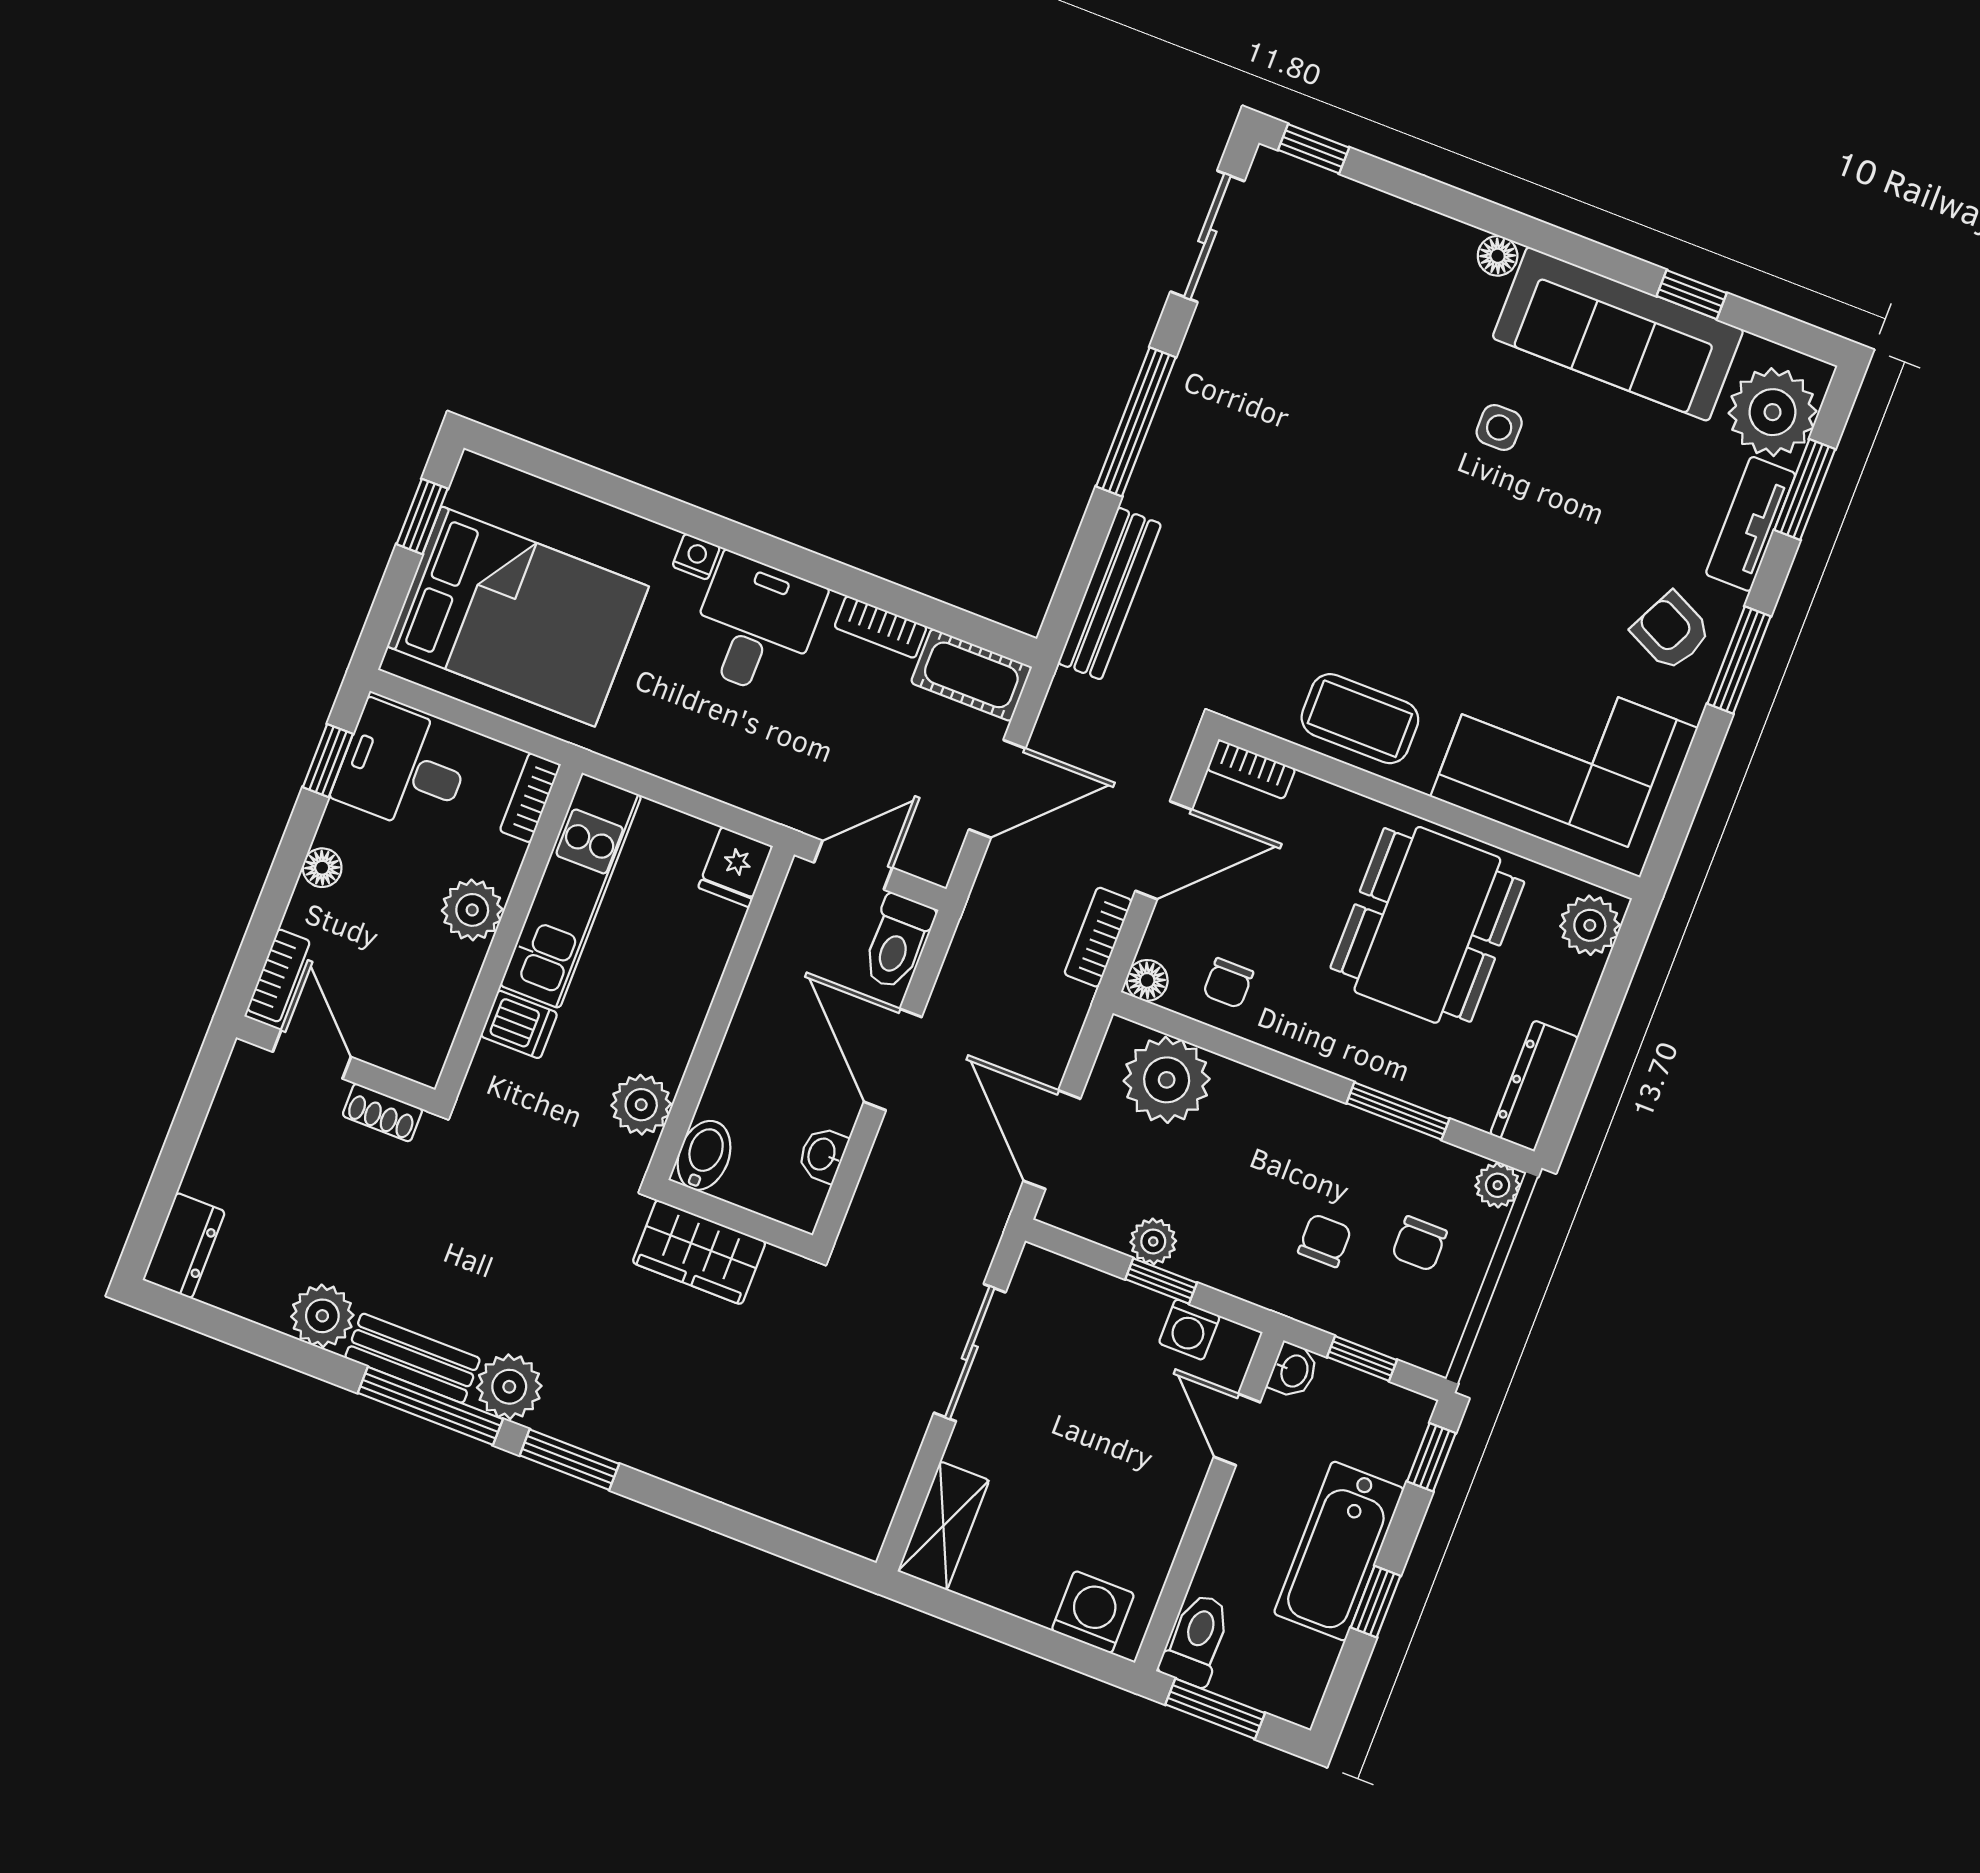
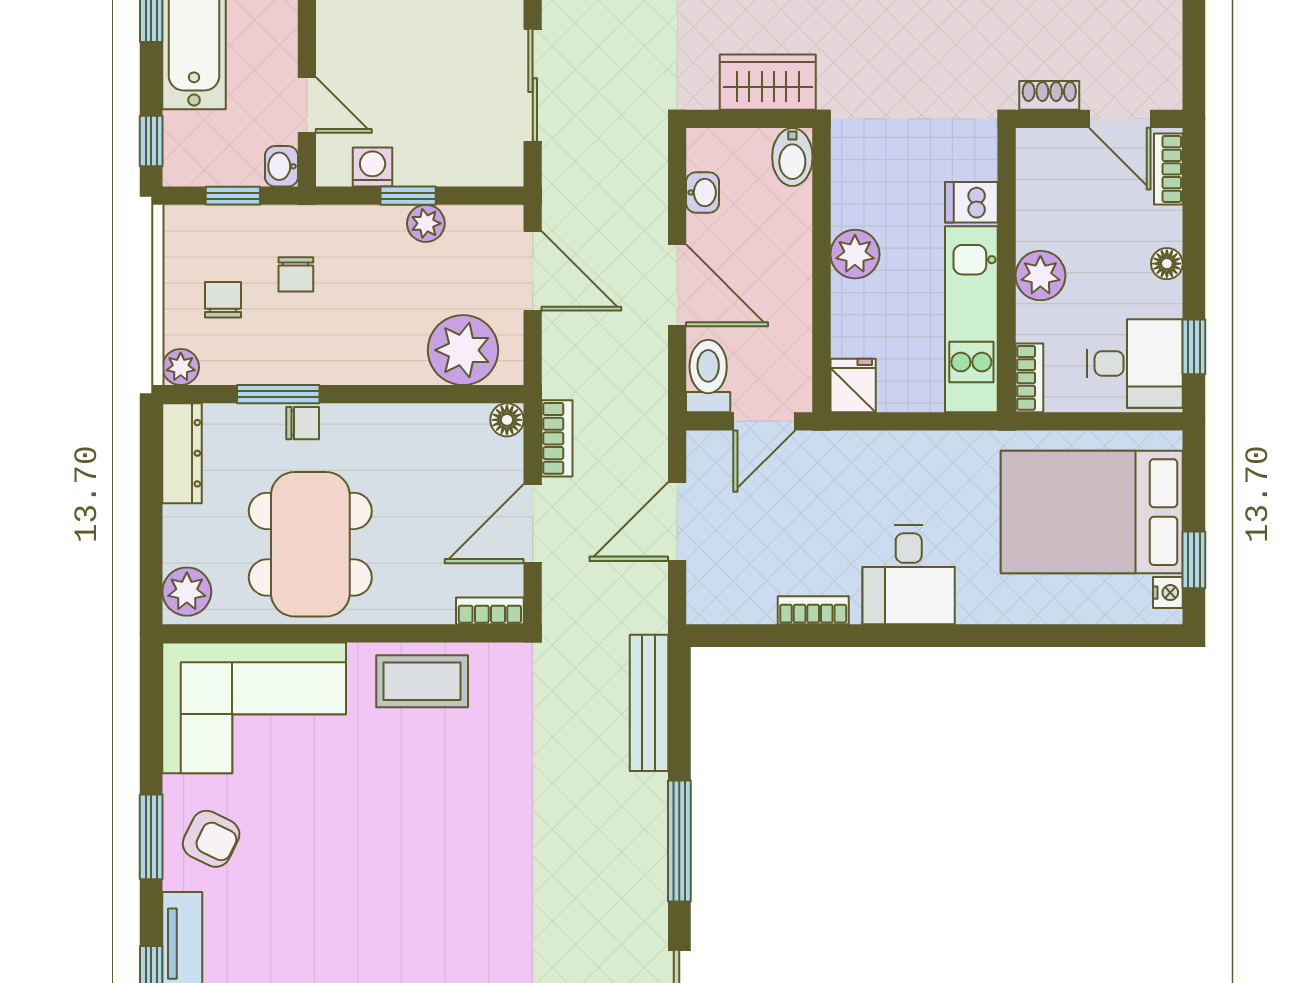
side table: (1499, 427) -> (402, 943), removed
nightstand: (696, 557) -> (1168, 593), moved, turned -90
cot: (971, 675) -> (730, 600), removed
chair: (1228, 983) -> (303, 423), moved, turned 90
plant: (641, 1105) -> (855, 254), moved

